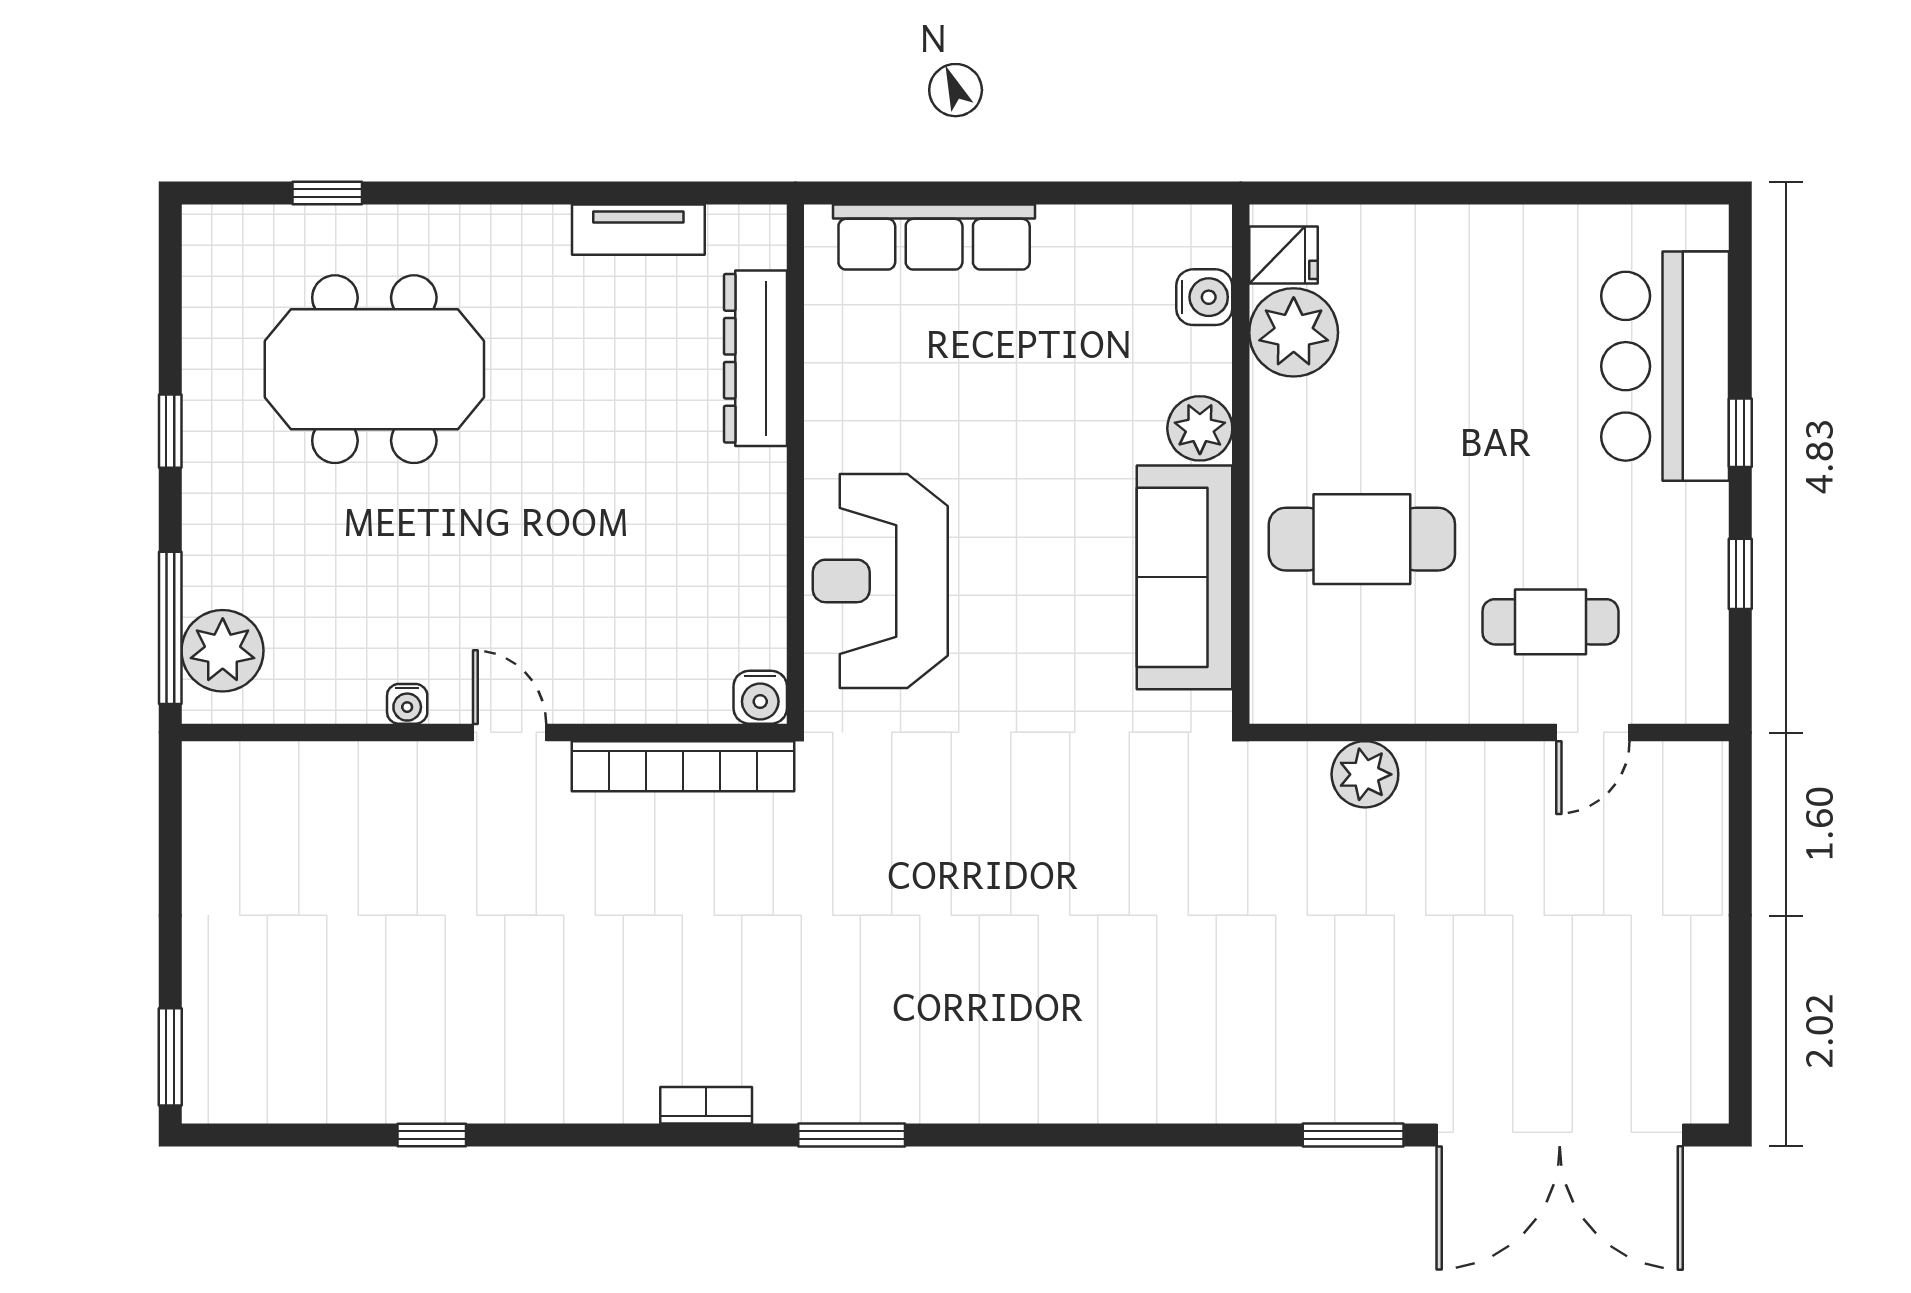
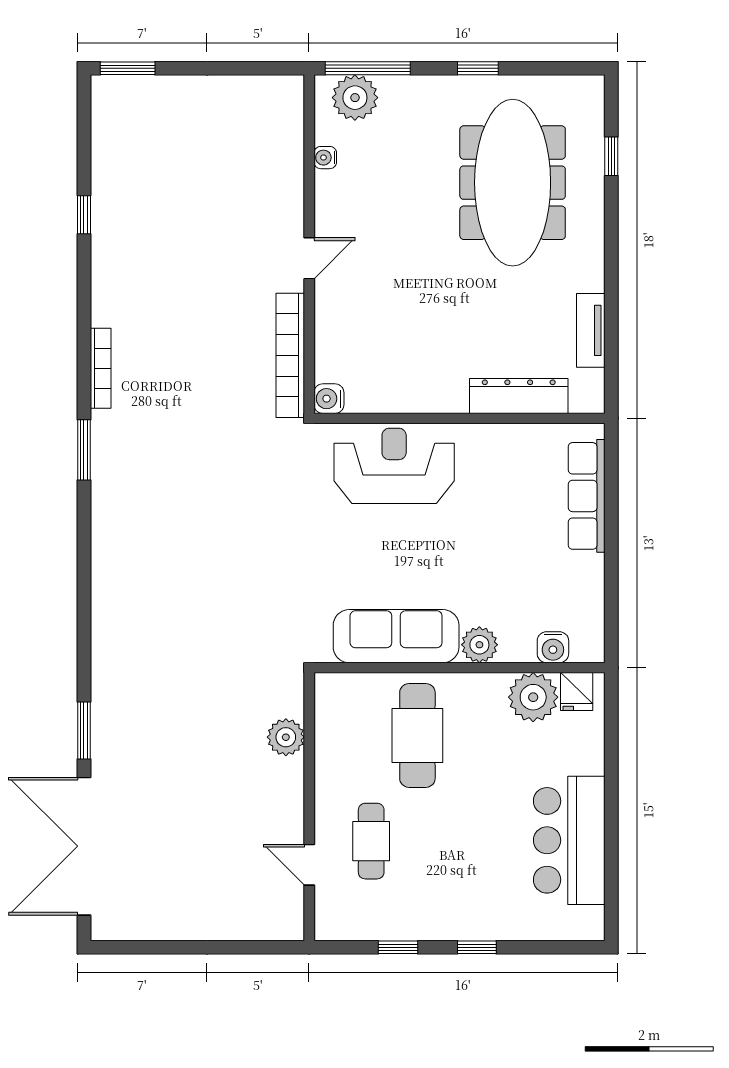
bar counter: (1665, 366) -> (569, 840), moved, turned -90
meeting table: (374, 369) -> (513, 183), width x1.36
water cooler: (407, 704) -> (325, 158), moved
bookcase: (706, 1105) -> (101, 368), width x1.56

